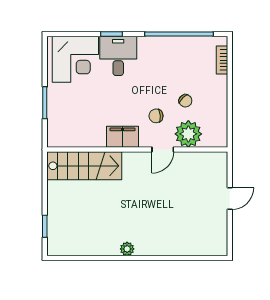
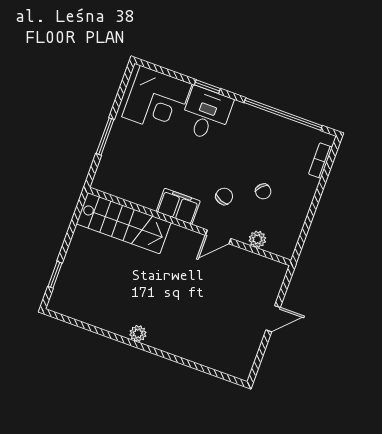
chair: (156, 116) -> (224, 196), turned 117
plant: (188, 134) -> (257, 239), width x0.53, depth x0.53

